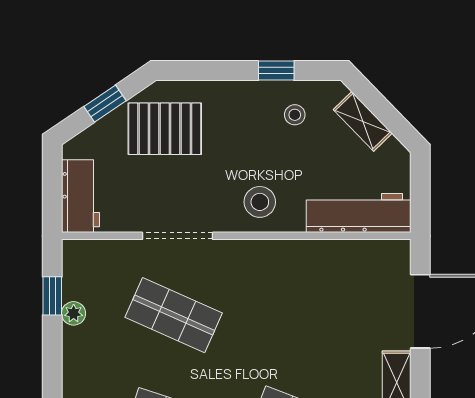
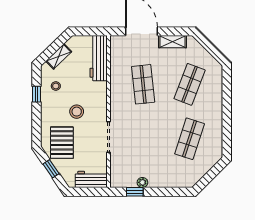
stool: (260, 202) -> (77, 112), moved
shop shelf: (174, 315) -> (143, 84), moved, turned -30

